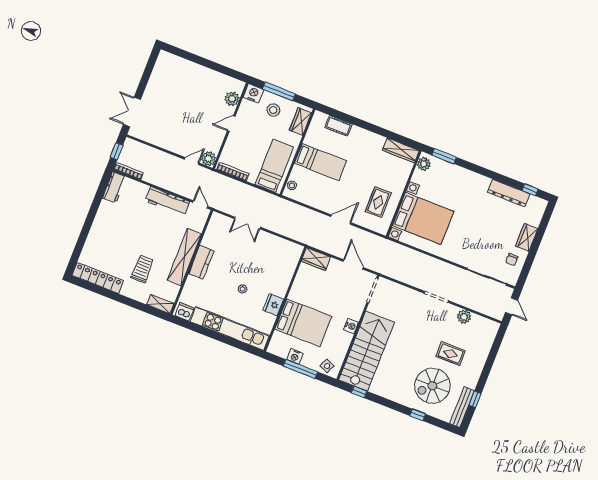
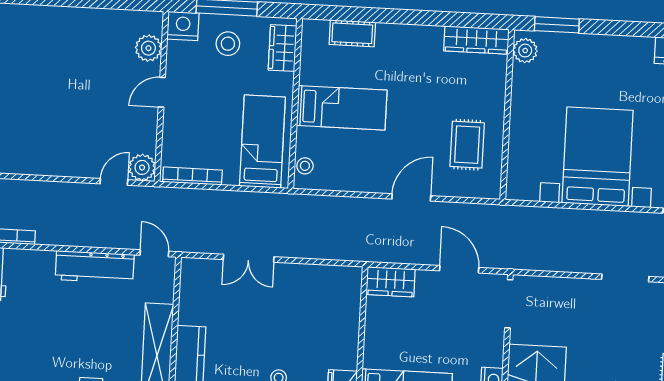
bed with nightstands: (423, 218) -> (598, 157), moved, turned -90

